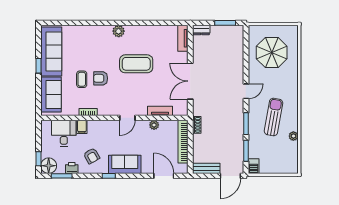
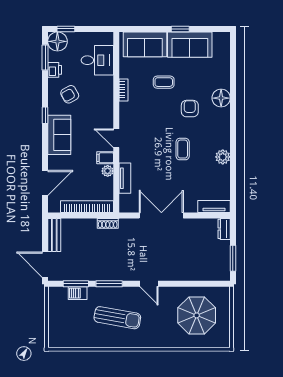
plant: (119, 31) -> (223, 157), moved
floor lamp: (95, 33) -> (221, 98), added
sofa: (51, 51) -> (190, 45), width x0.73
coffee table: (136, 64) -> (183, 149), width x0.54, depth x0.58
armchair: (101, 78) -> (190, 109), moved
filing cabinet: (82, 127) -> (105, 158), moved
plant: (293, 136) -> (94, 342), removed
barbecue: (254, 166) -> (78, 293), moved

